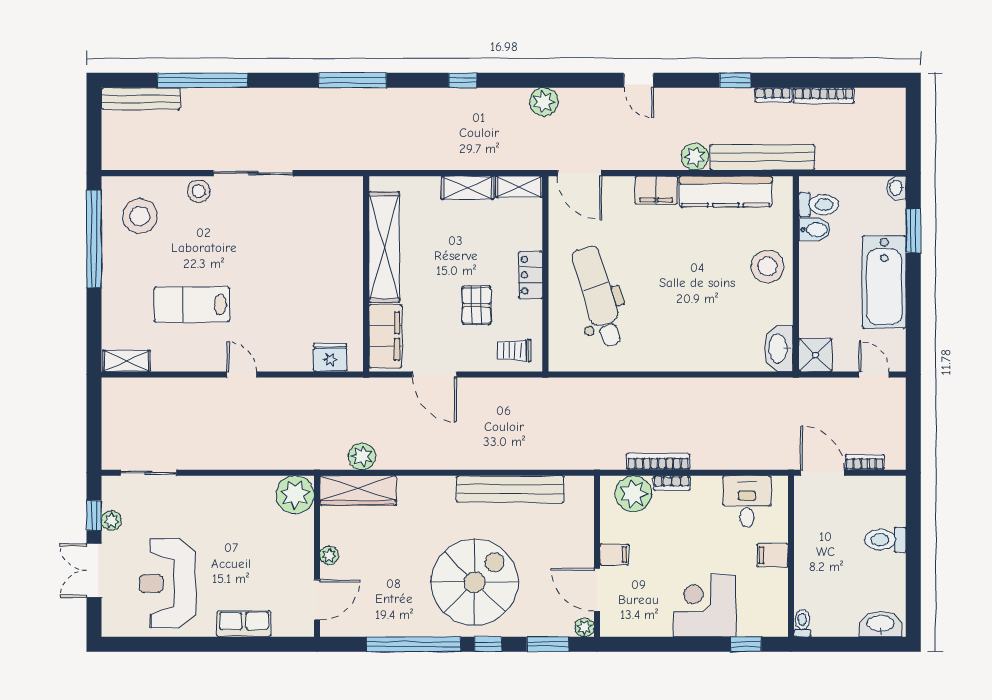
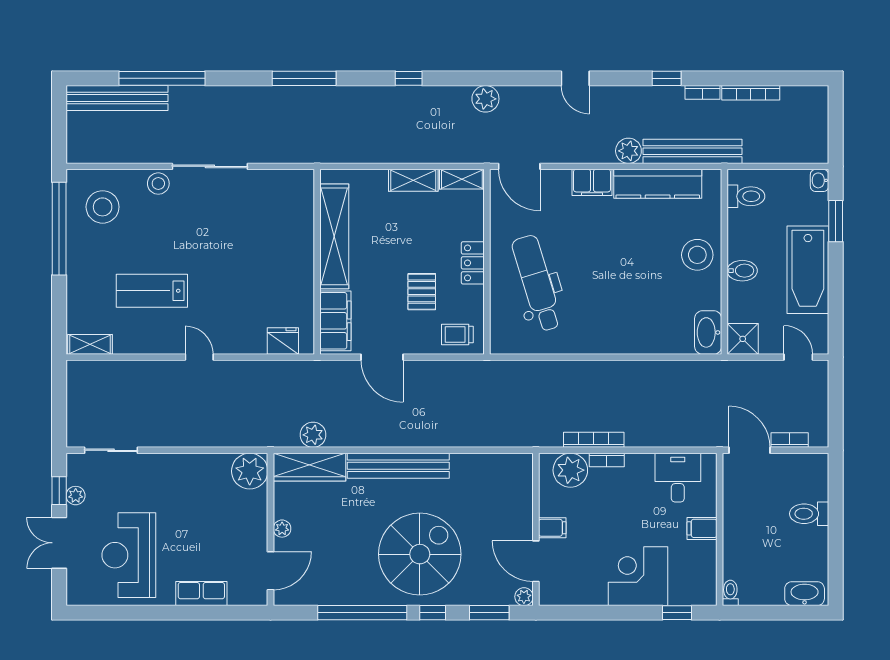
bench: (141, 99) -> (117, 98), width x1.37, depth x1.21
bidet: (815, 230) -> (742, 271), moved
bench: (510, 489) -> (398, 466), moved

